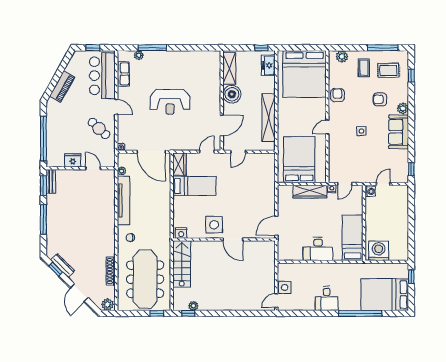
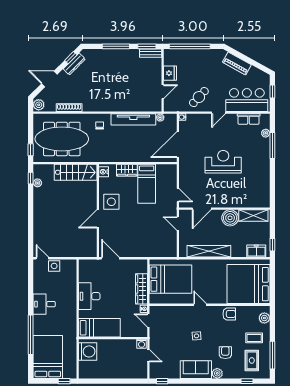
reception desk: (170, 102) -> (223, 162), turned 90
door: (222, 125) -> (202, 209), hinge flipped
wardrobe: (179, 164) -> (127, 170), moved

